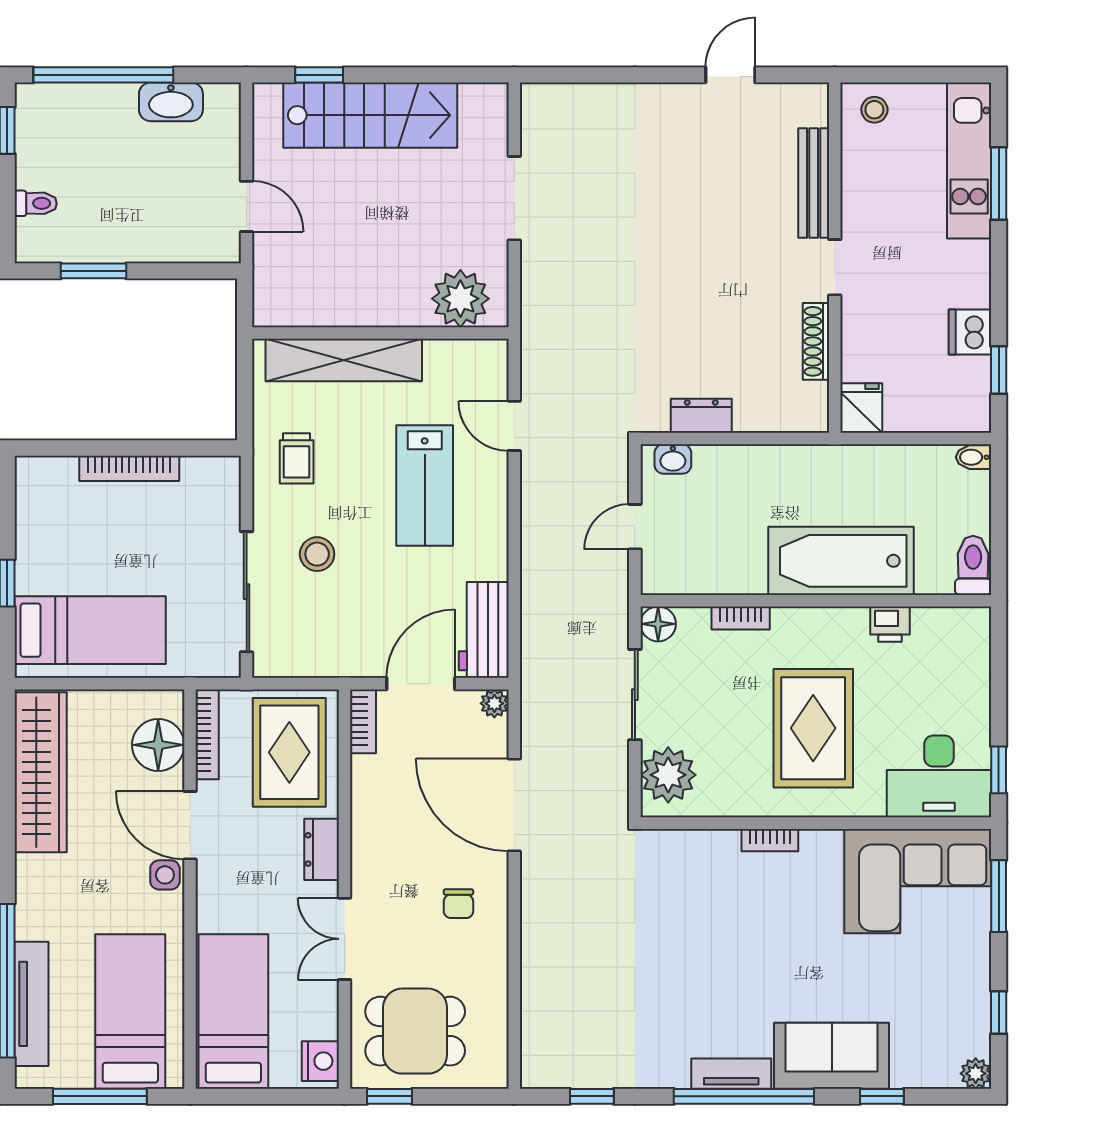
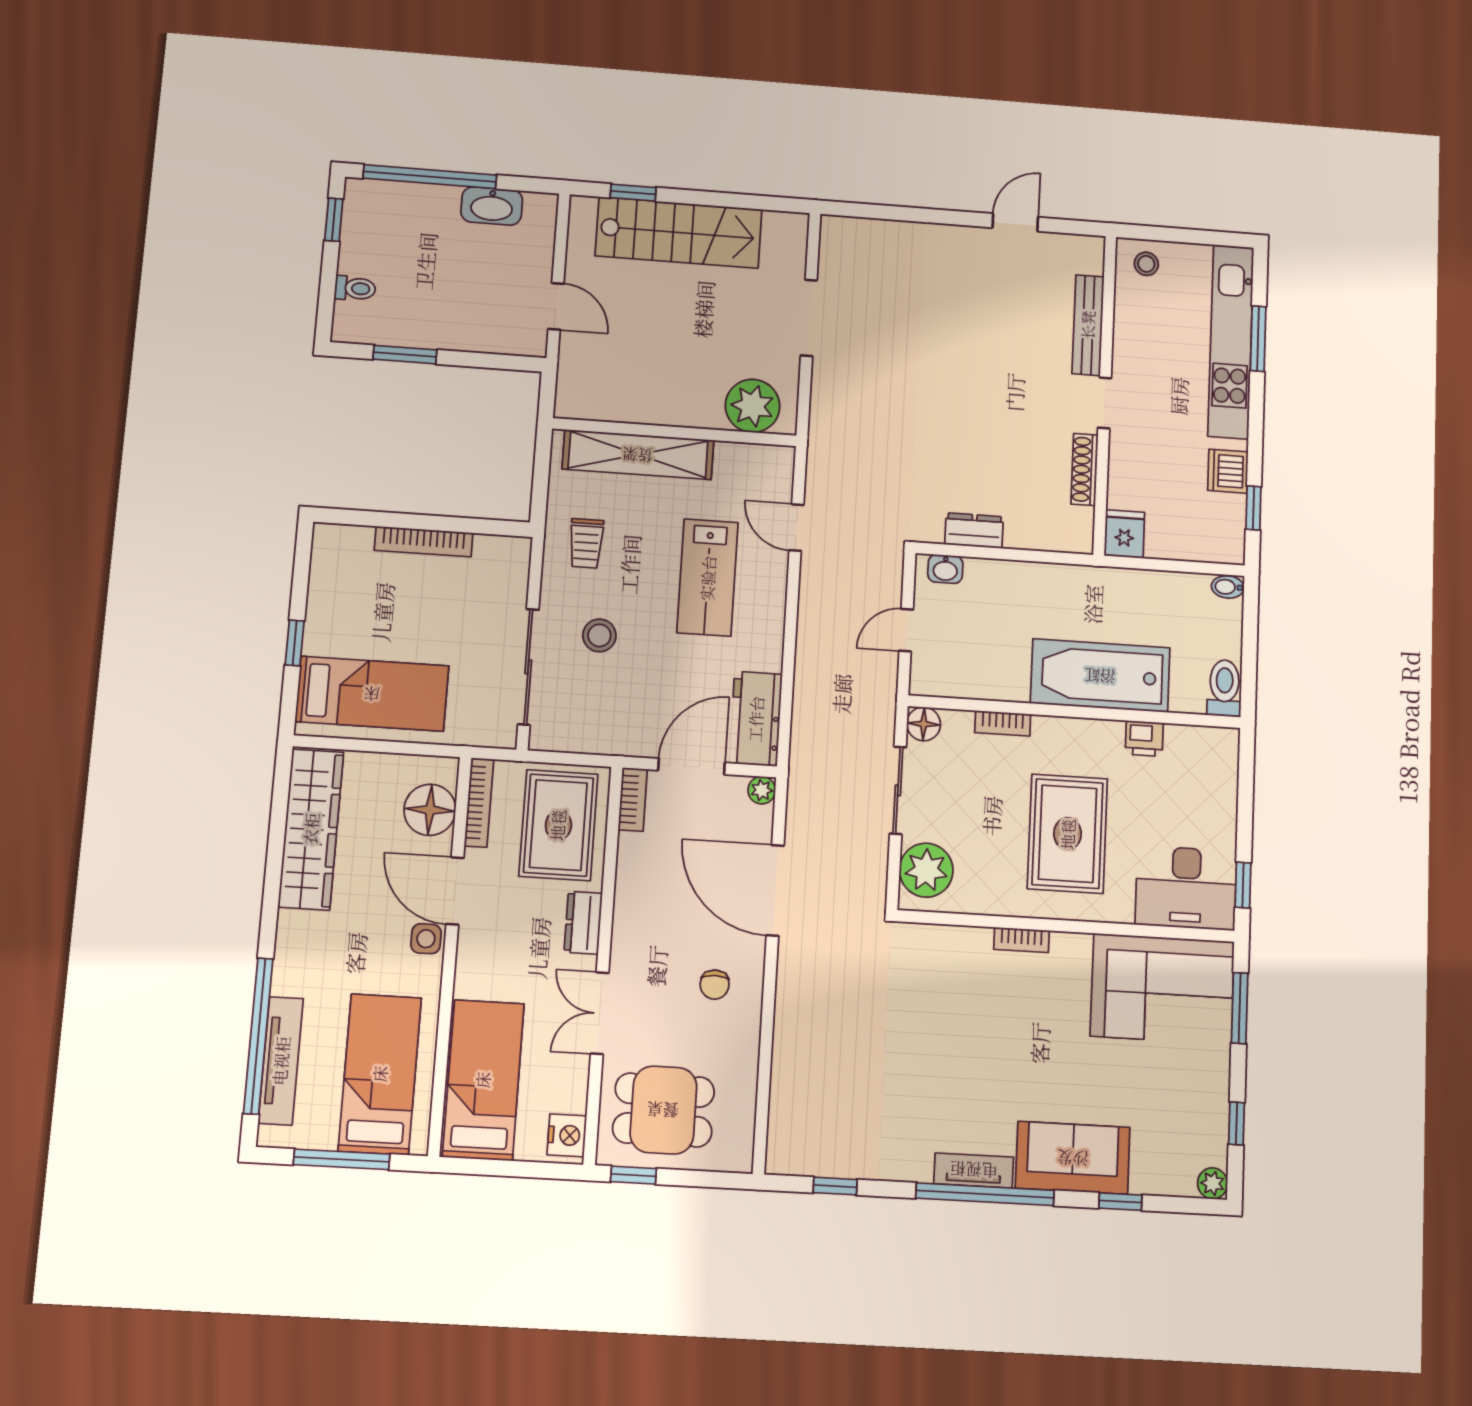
kitchen unit: (969, 161) -> (1231, 341), width x1.36

